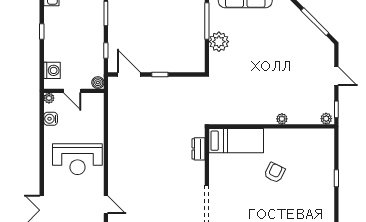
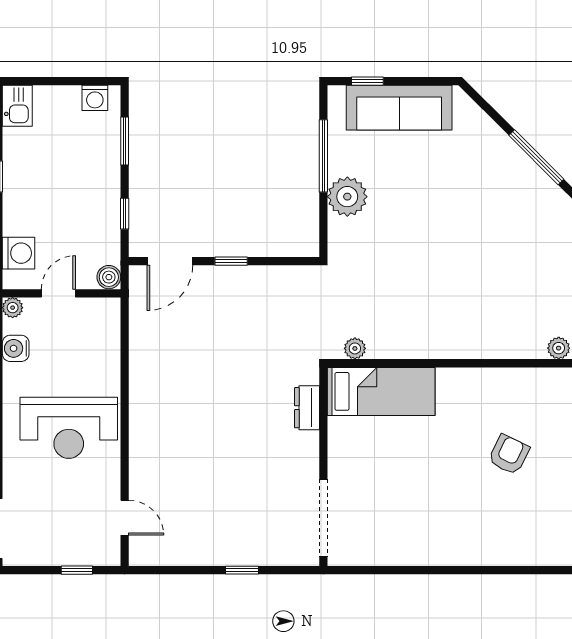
door: (129, 74) -> (170, 261), swing flipped
door: (72, 91) -> (58, 293), swing flipped
plant: (282, 119) -> (355, 348), moved
armchair: (275, 173) -> (509, 455), moved

